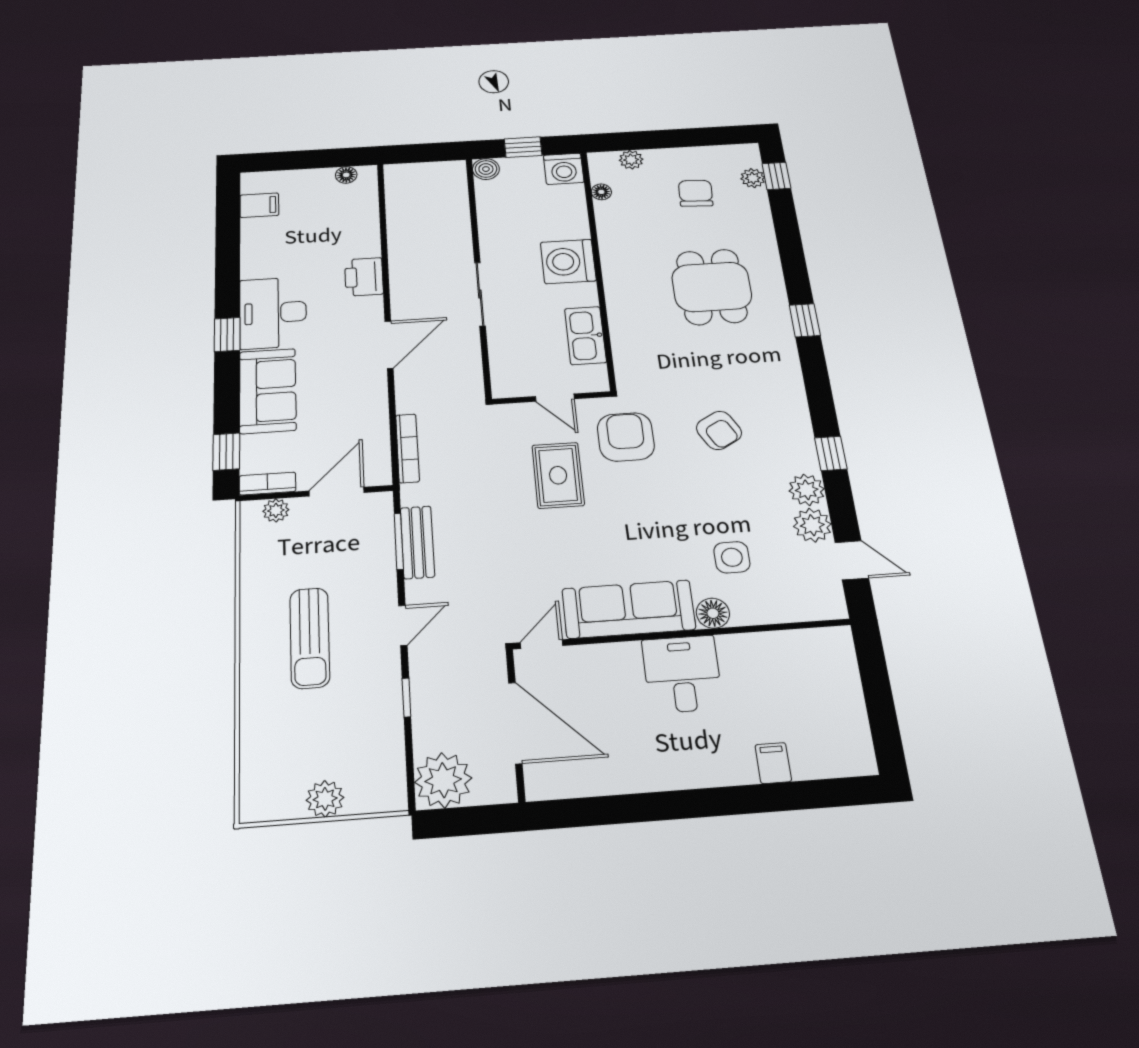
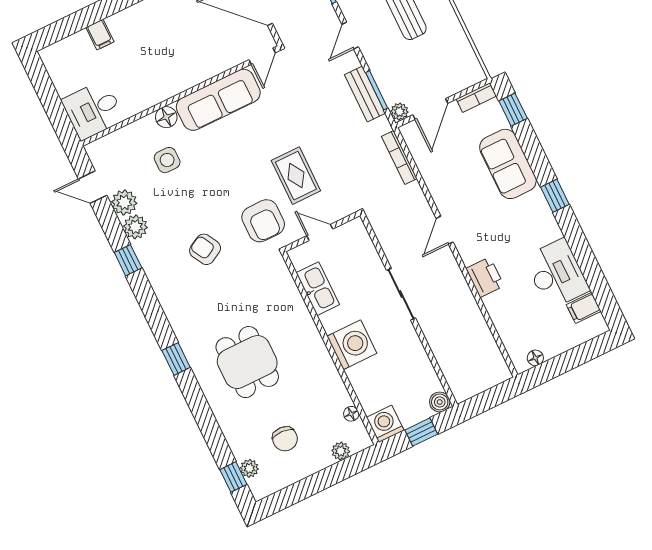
desk: (273, 313) -> (557, 274), moved
door: (389, 345) -> (445, 230), width x0.73
plant: (276, 510) -> (399, 112), moved
desk: (682, 674) -> (93, 110), moved, turned 90

